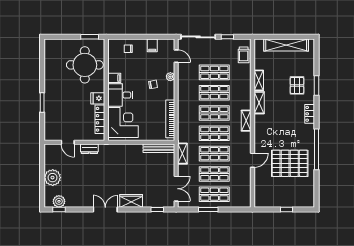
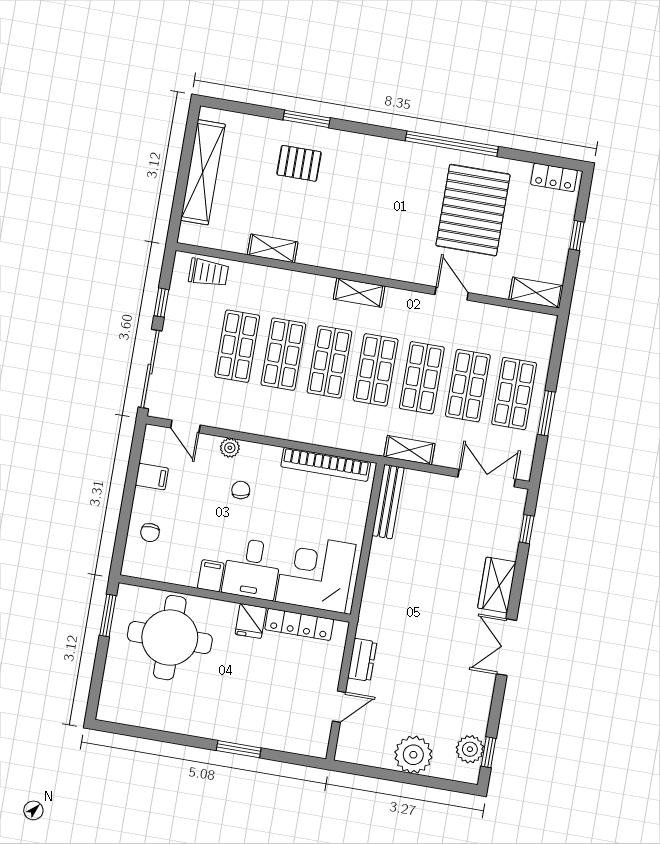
door: (176, 56) -> (185, 427), swing flipped
shelving: (259, 103) -> (536, 293), moved
locker: (310, 114) -> (554, 177), moved

